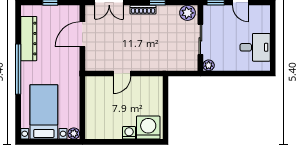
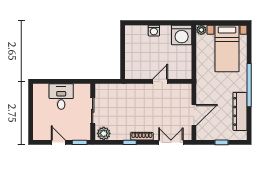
desk: (255, 47) -> (61, 97), moved, turned 90
plant: (209, 65) -> (86, 88), removed
washing machine: (148, 128) -> (182, 35), moved

